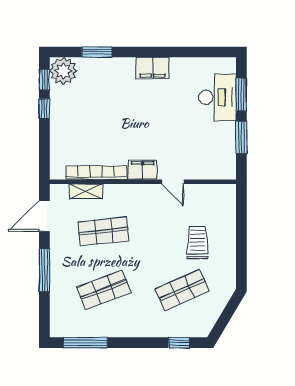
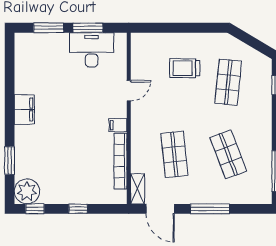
desk: (217, 97) -> (92, 50), moved
window: (44, 109) -> (78, 209), moved
filing cabinet: (143, 170) -> (118, 125), width x0.50
shelving: (86, 191) -> (138, 189), moved
shop shelf: (182, 290) -> (228, 82), turned 30

